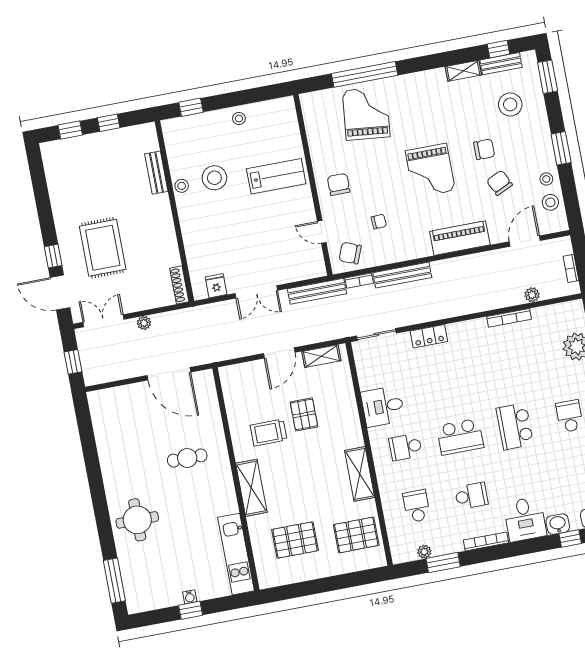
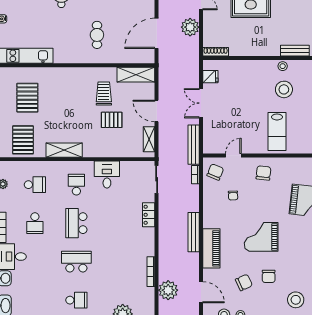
chair: (339, 184) -> (263, 173), turned -84
bench: (402, 275) -> (194, 232), moved
plant: (532, 295) -> (168, 290), width x1.88, depth x1.88
plant: (144, 323) -> (190, 27), width x1.88, depth x1.88
shelving: (251, 488) -> (136, 75), moved

